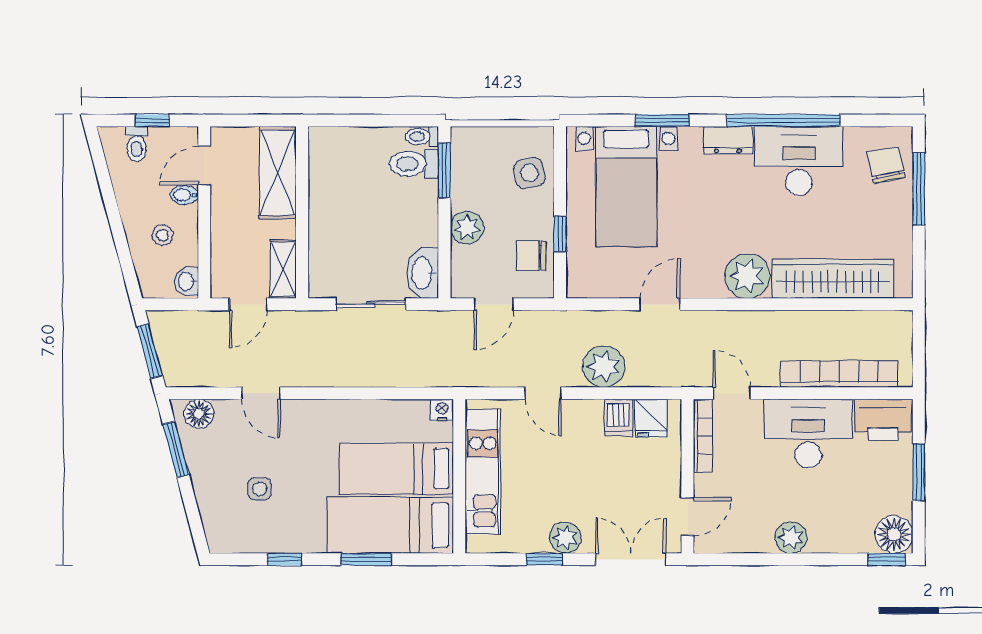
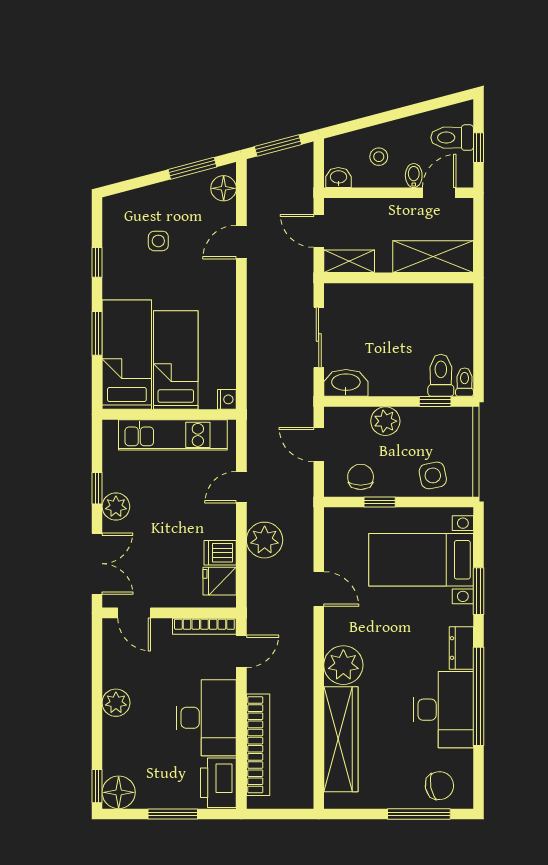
toilet: (137, 144) -> (452, 138), width x1.37, depth x1.39
door: (204, 166) -> (439, 193), hinge flipped
window: (444, 170) -> (435, 402), width x0.67

